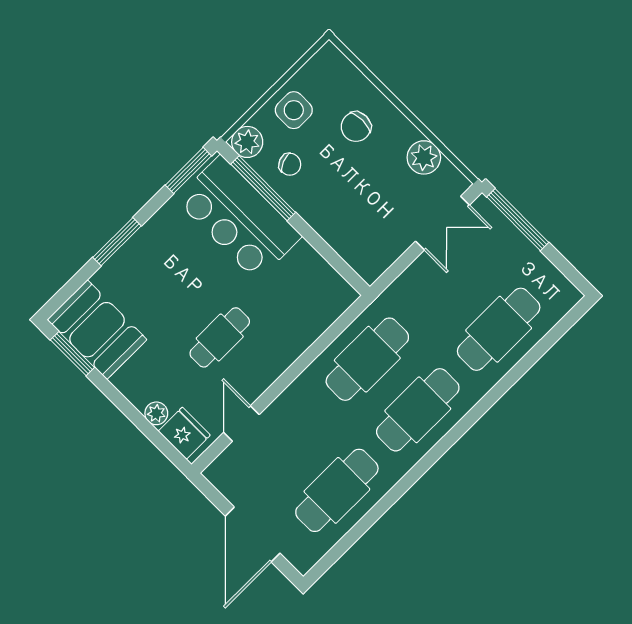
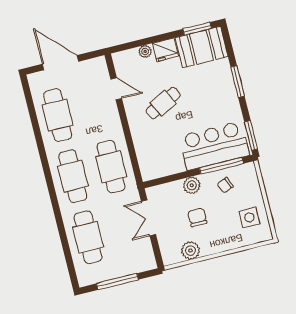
side table: (294, 110) -> (249, 217), moved
chair: (356, 127) -> (197, 217), moved
plant: (247, 142) -> (192, 185), moved
window: (518, 220) -> (117, 282), moved
double door: (442, 223) -> (148, 218), moved
cafe table: (220, 337) -> (163, 103), turned 63
fridge: (184, 433) -> (165, 50), moved

